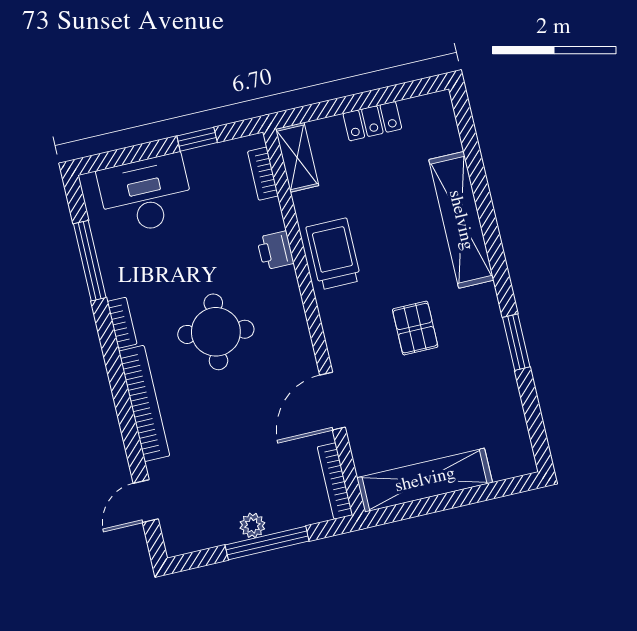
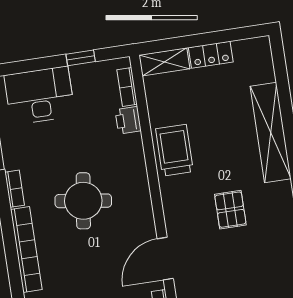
shelving: (297, 157) -> (164, 62), moved, turned 90
printer: (275, 250) -> (128, 120), moved

